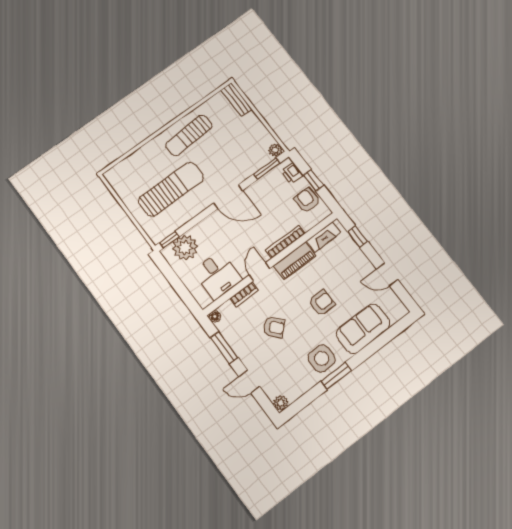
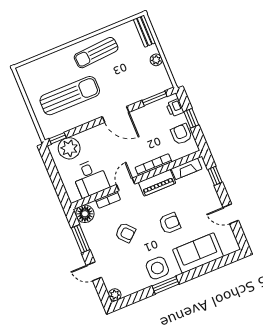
plant: (275, 150) -> (156, 60), moved
floor lamp: (215, 316) -> (85, 214), width x1.89, depth x1.89

